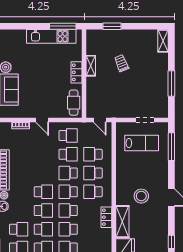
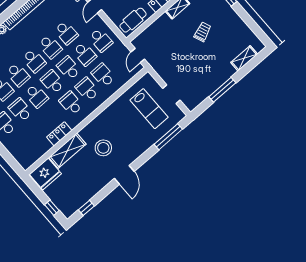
shelving: (163, 41) -> (244, 58), moved
school desk: (43, 154) -> (66, 33), added
school desk: (43, 173) -> (50, 47), added
school desk: (68, 211) -> (36, 96), turned 180

